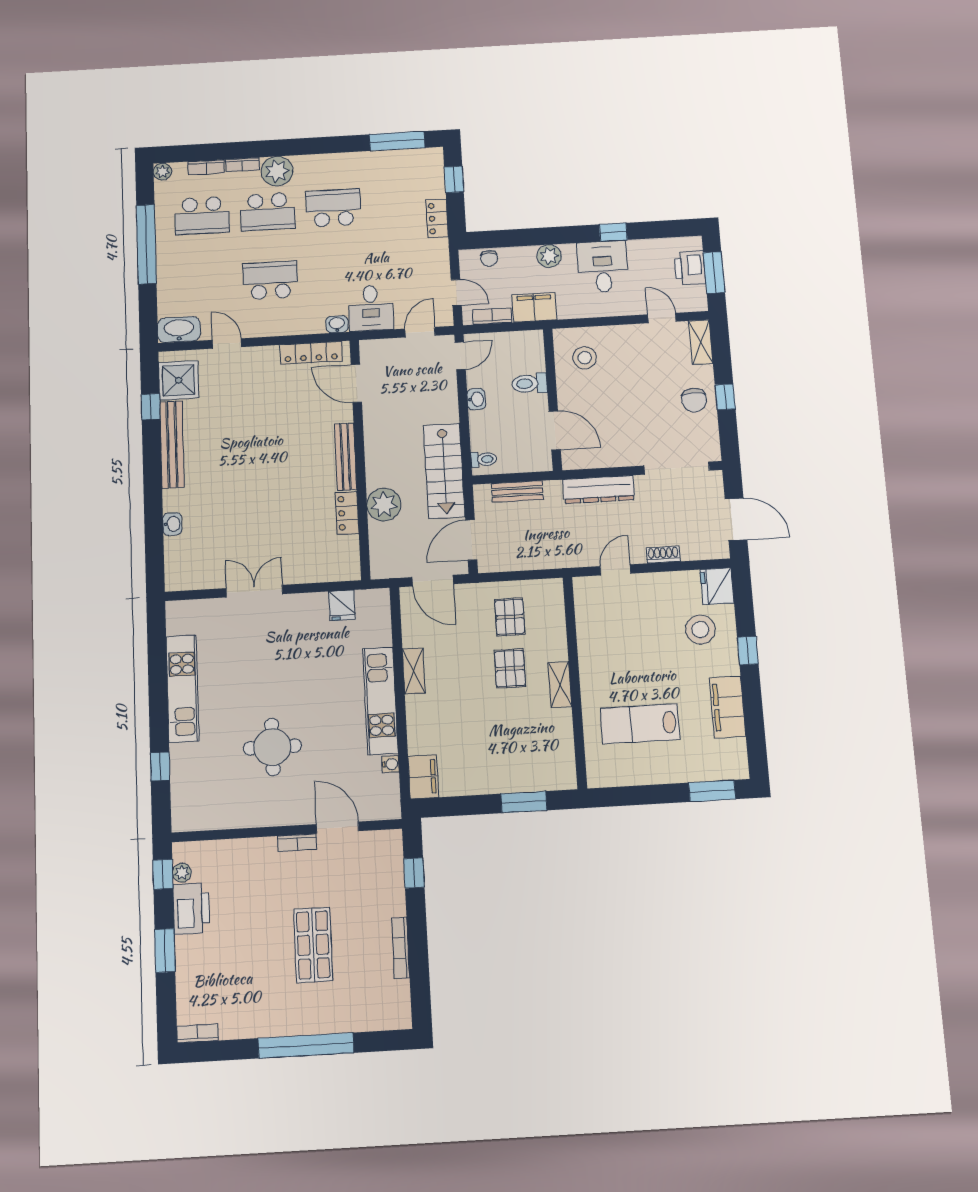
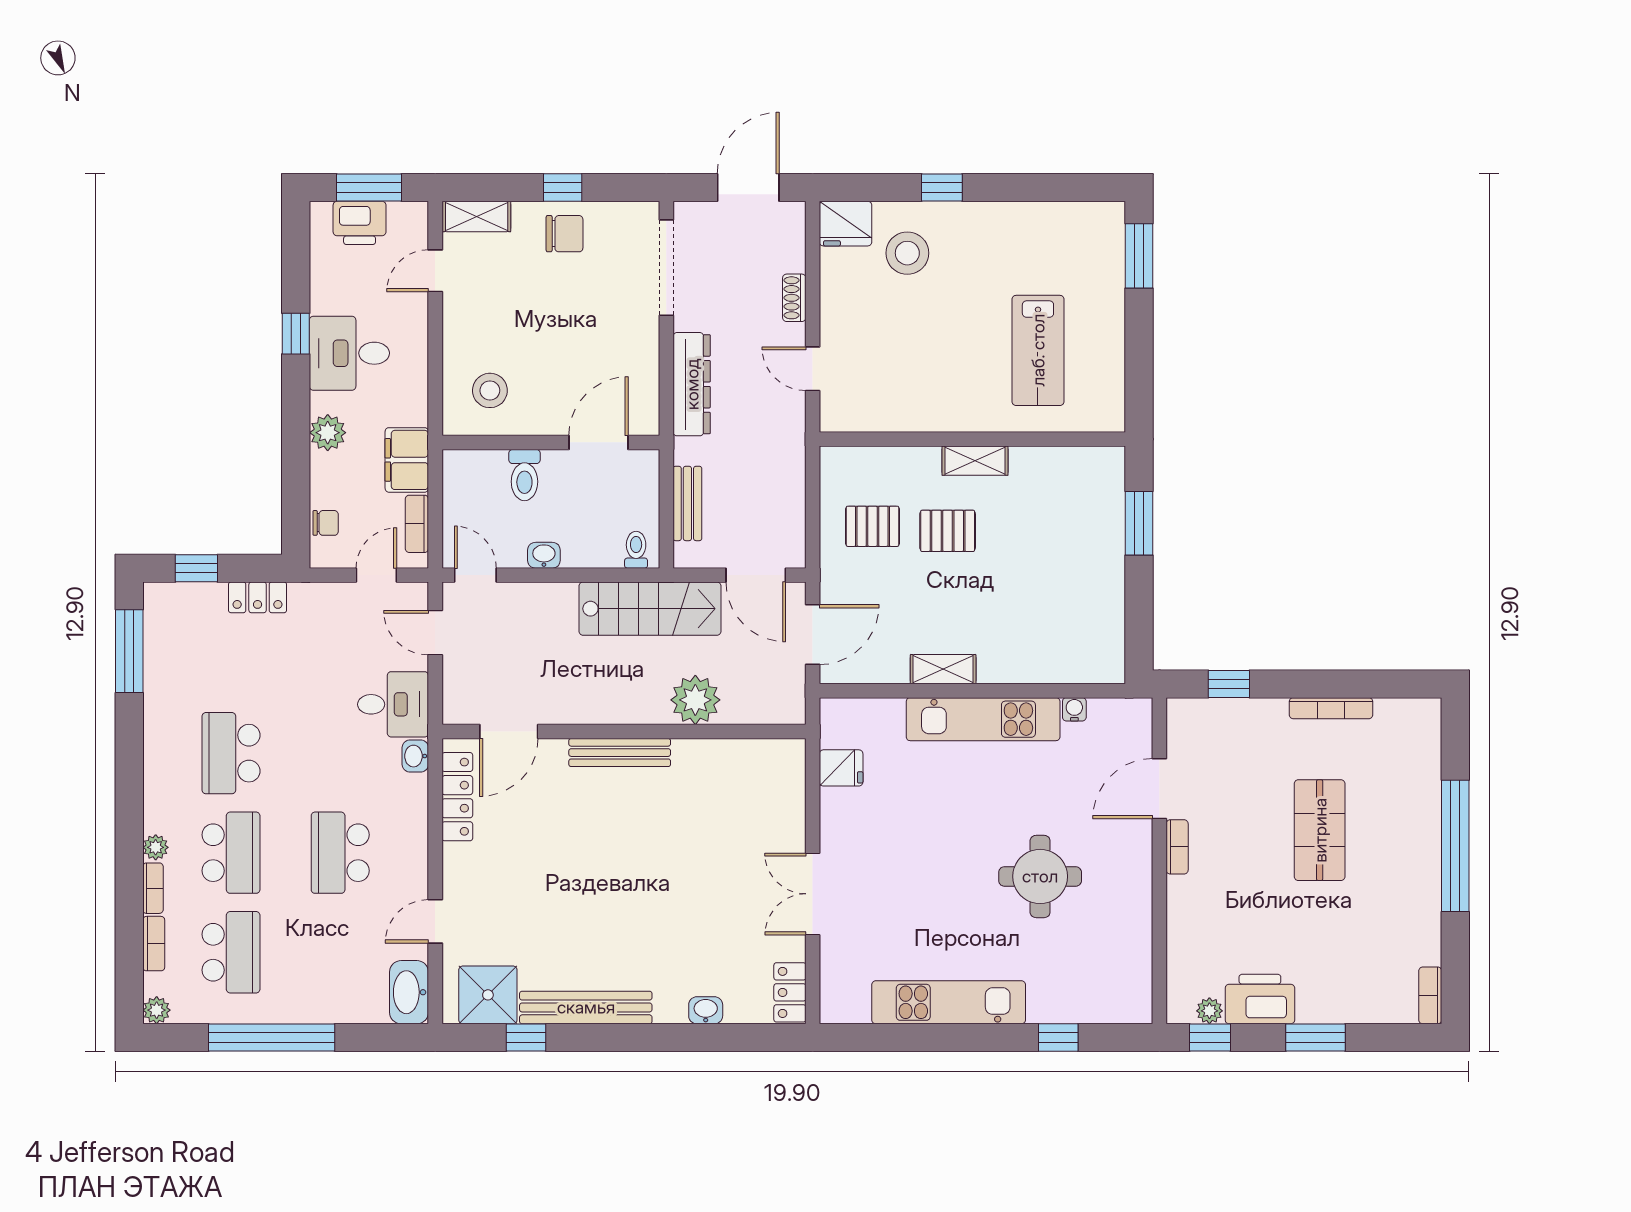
plant: (277, 171) -> (156, 847), width x0.53, depth x0.53
locker: (347, 513) -> (790, 992), moved, turned 90
filing cabinet: (728, 707) -> (1021, 224), removed
filing cabinet: (423, 777) -> (1095, 664), removed
shop shelf: (313, 945) -> (1320, 830), turned 90

